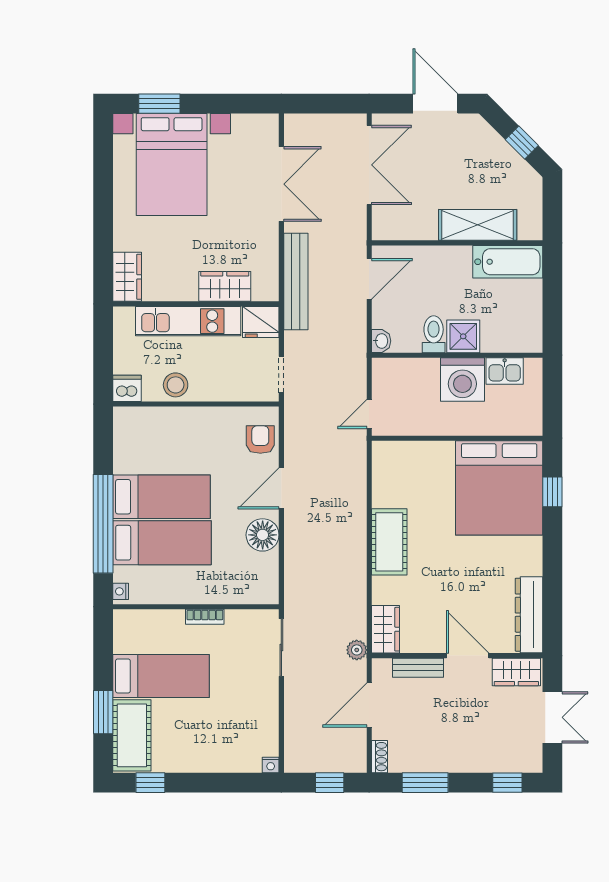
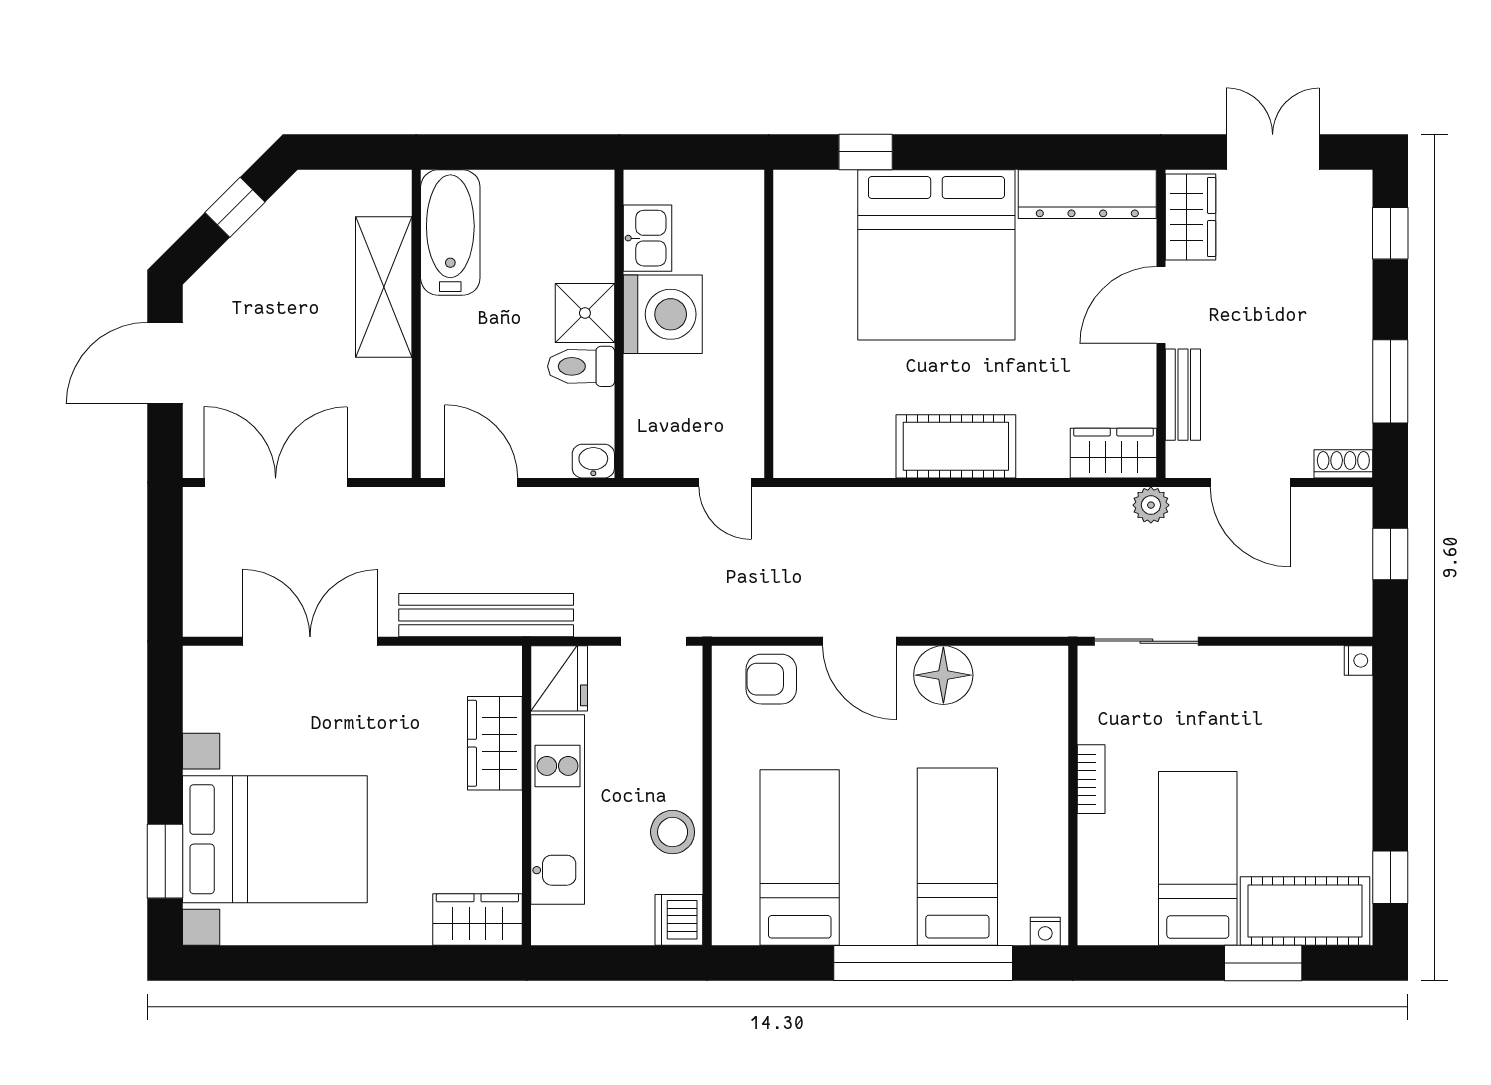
bed: (499, 488) -> (936, 255), moved, turned 90
bed: (161, 497) -> (800, 857), moved

